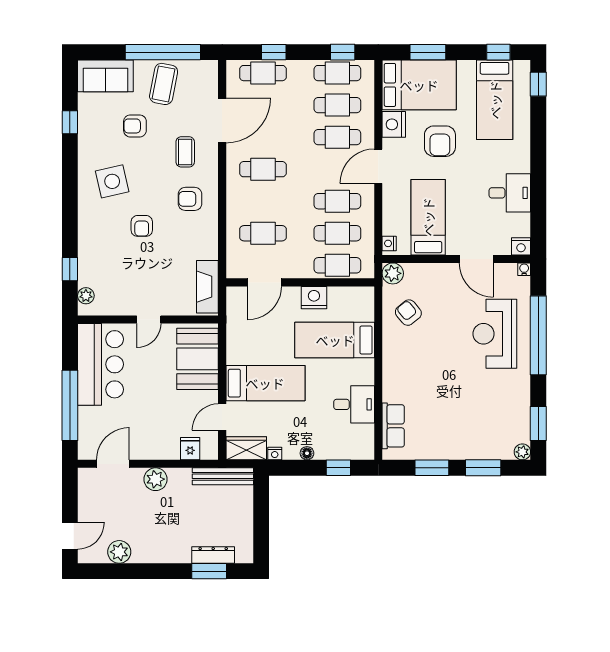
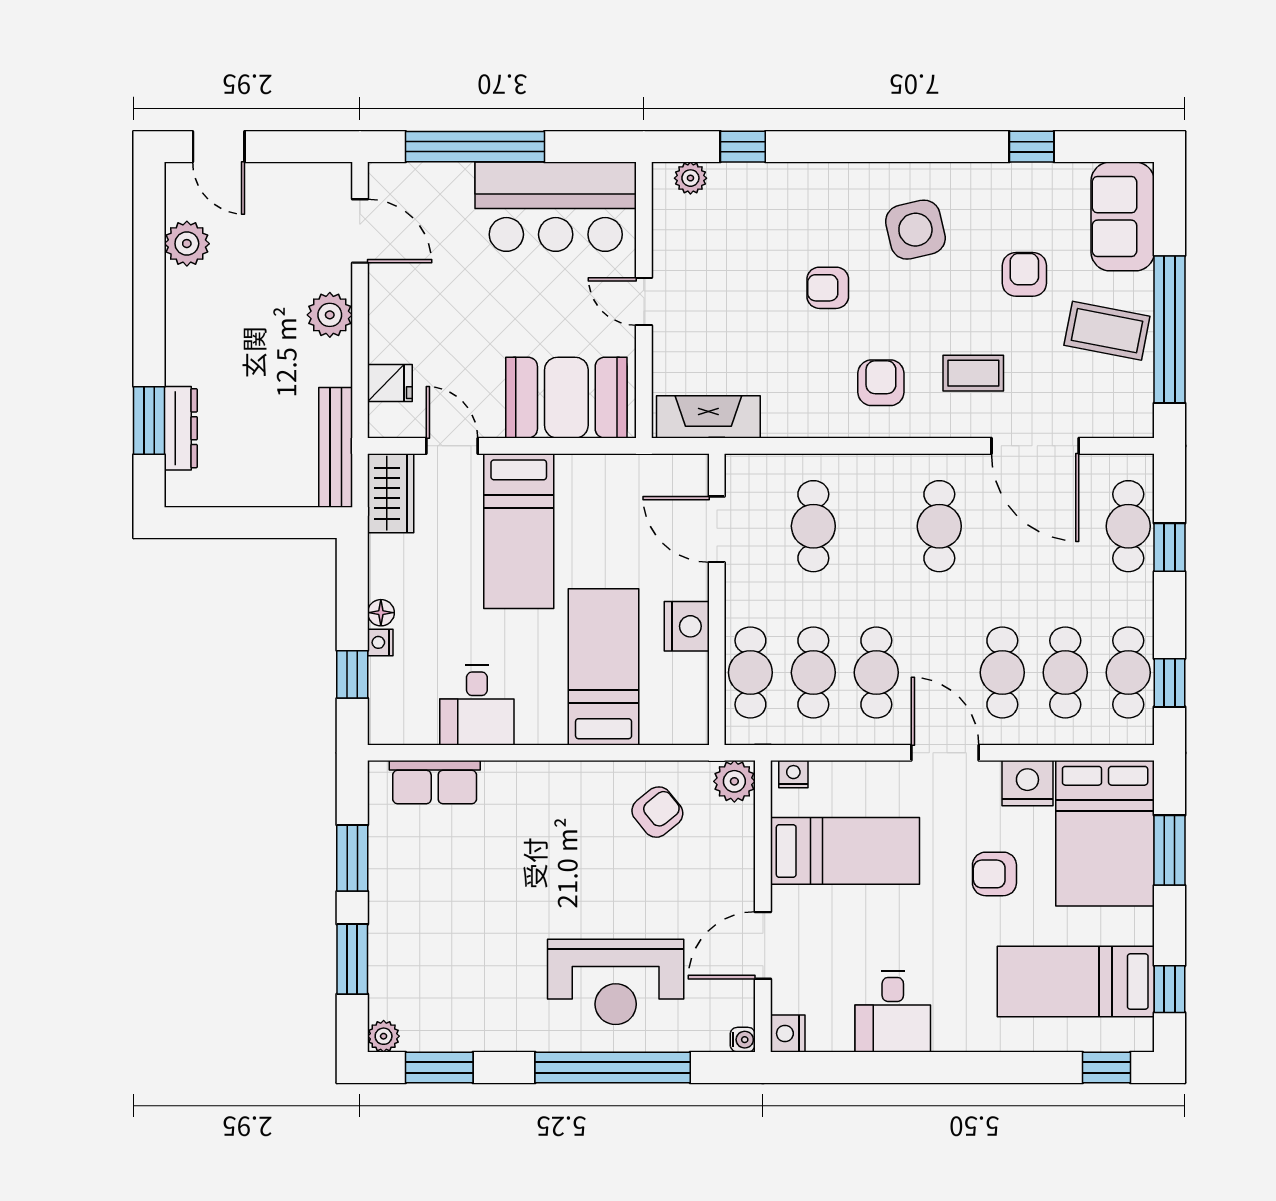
armchair: (440, 141) -> (994, 874), width x0.72, depth x0.72
reception desk: (495, 334) -> (616, 982), turned 180
nightstand: (275, 454) -> (380, 642), moved

